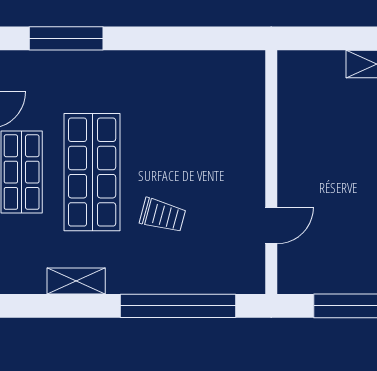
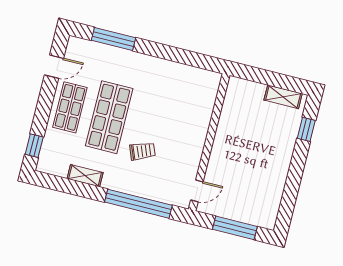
trolley: (163, 215) -> (142, 151), turned -37
door: (271, 225) -> (197, 191), moved

